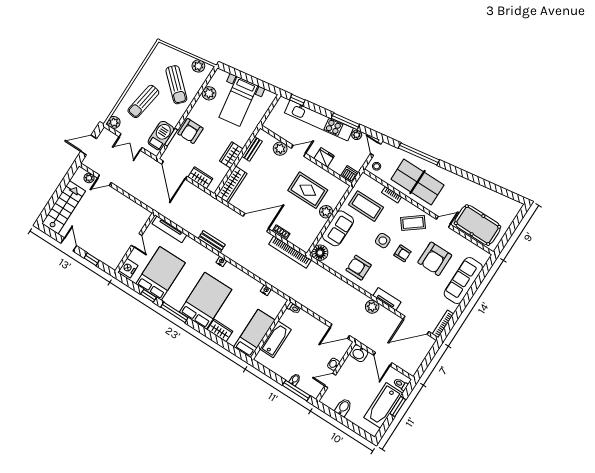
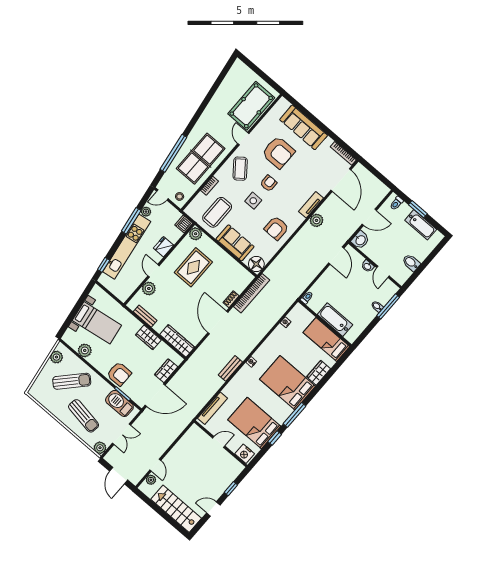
plant: (326, 212) -> (196, 234), moved
bathtub: (383, 405) -> (421, 225), width x0.73, depth x0.73

